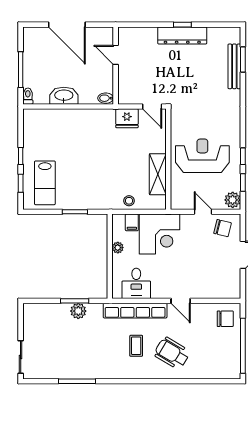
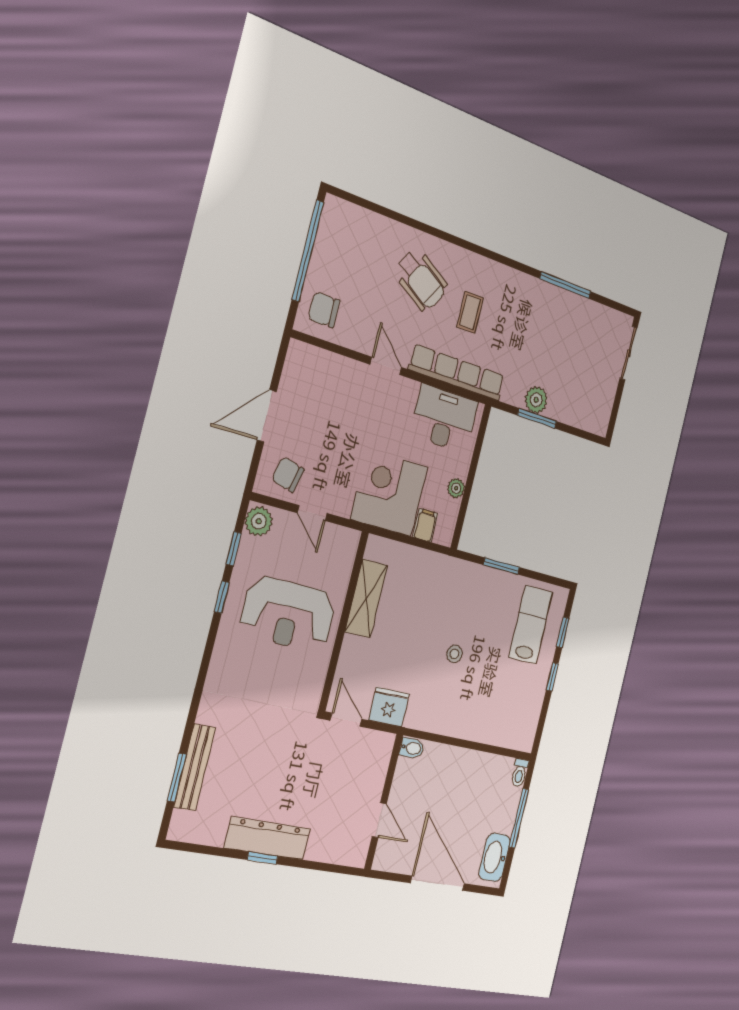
washbasin: (64, 96) -> (495, 857), moved, turned 90
stool: (129, 201) -> (454, 654), moved
desk: (136, 283) -> (444, 419), width x1.37

